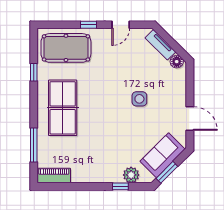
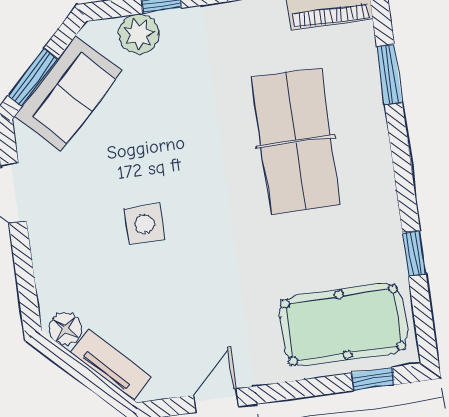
window: (89, 25) -> (373, 379), moved
table tennis table: (63, 108) -> (296, 141), moved
window: (34, 145) -> (389, 74), width x0.69
window: (167, 172) -> (33, 77), moved

